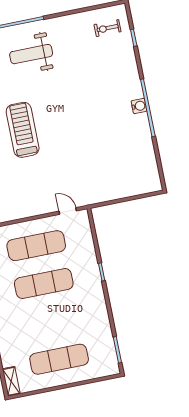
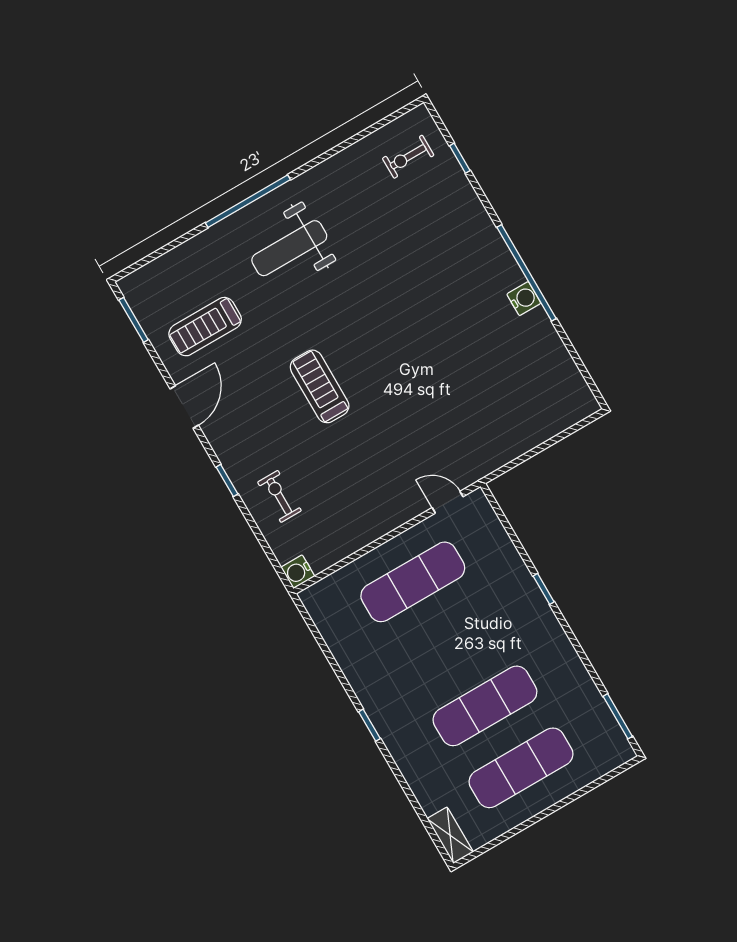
water cooler: (139, 106) -> (524, 299), moved
treadmill: (23, 130) -> (320, 386), width x0.73, depth x0.73
exercise mat: (44, 284) -> (485, 706), moved

